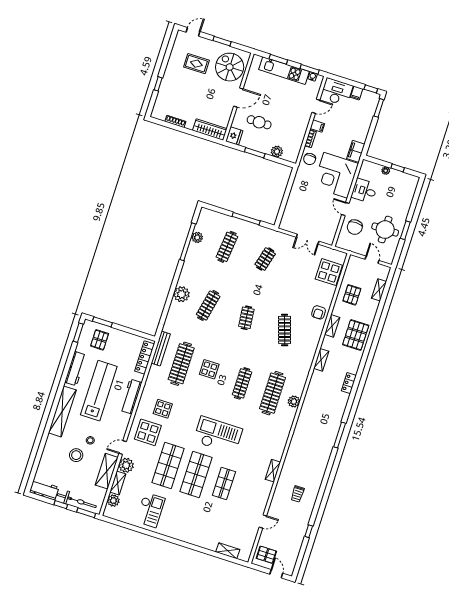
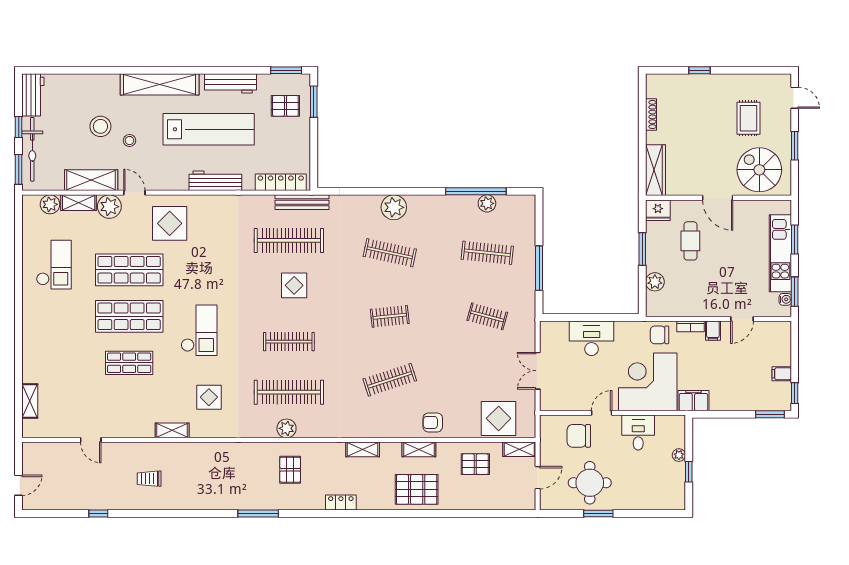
spiral stairs: (230, 67) -> (759, 170), turned -90
desk: (337, 92) -> (592, 338), moved, turned -90
door: (316, 106) -> (742, 319), hinge flipped
shelving: (379, 290) -> (519, 449), moved
display table: (163, 409) -> (209, 397), moved
checkout: (218, 435) -> (199, 330), width x0.73, depth x0.83
checkout: (150, 510) -> (54, 265), turned -90
pallet: (266, 555) -> (290, 470), moved

